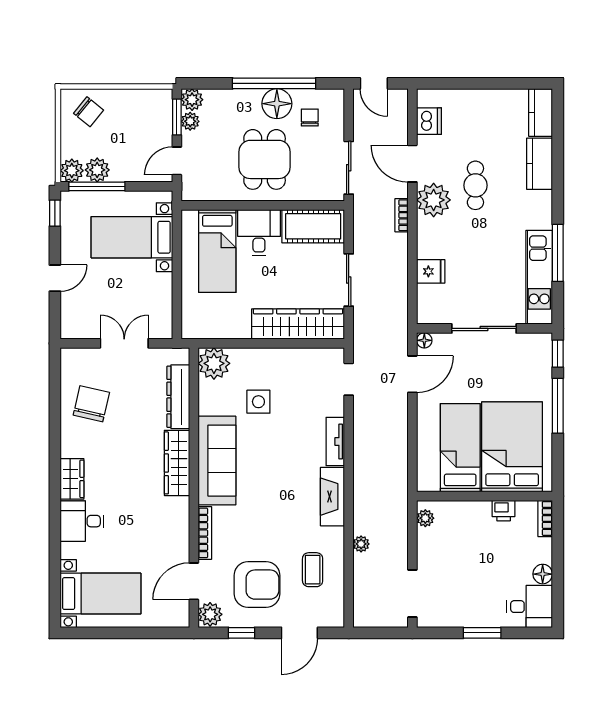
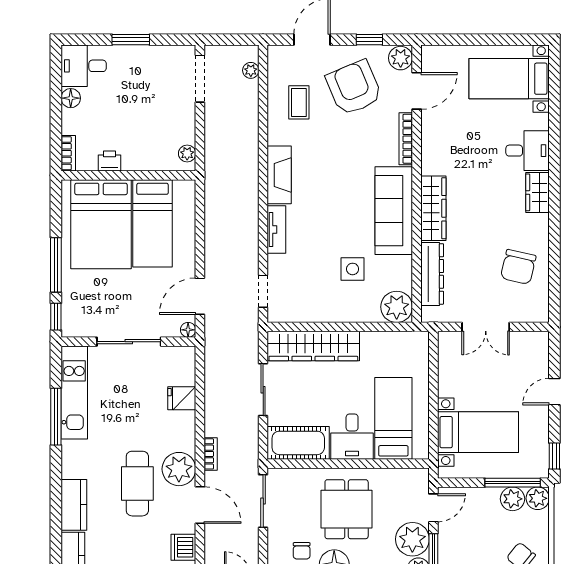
plant: (190, 121) -> (412, 539), width x1.88, depth x1.88
cafe table: (475, 185) -> (137, 484), width x1.37, depth x1.35
plant: (361, 544) -> (251, 70), moved
armchair: (257, 585) -> (354, 88), turned 67

